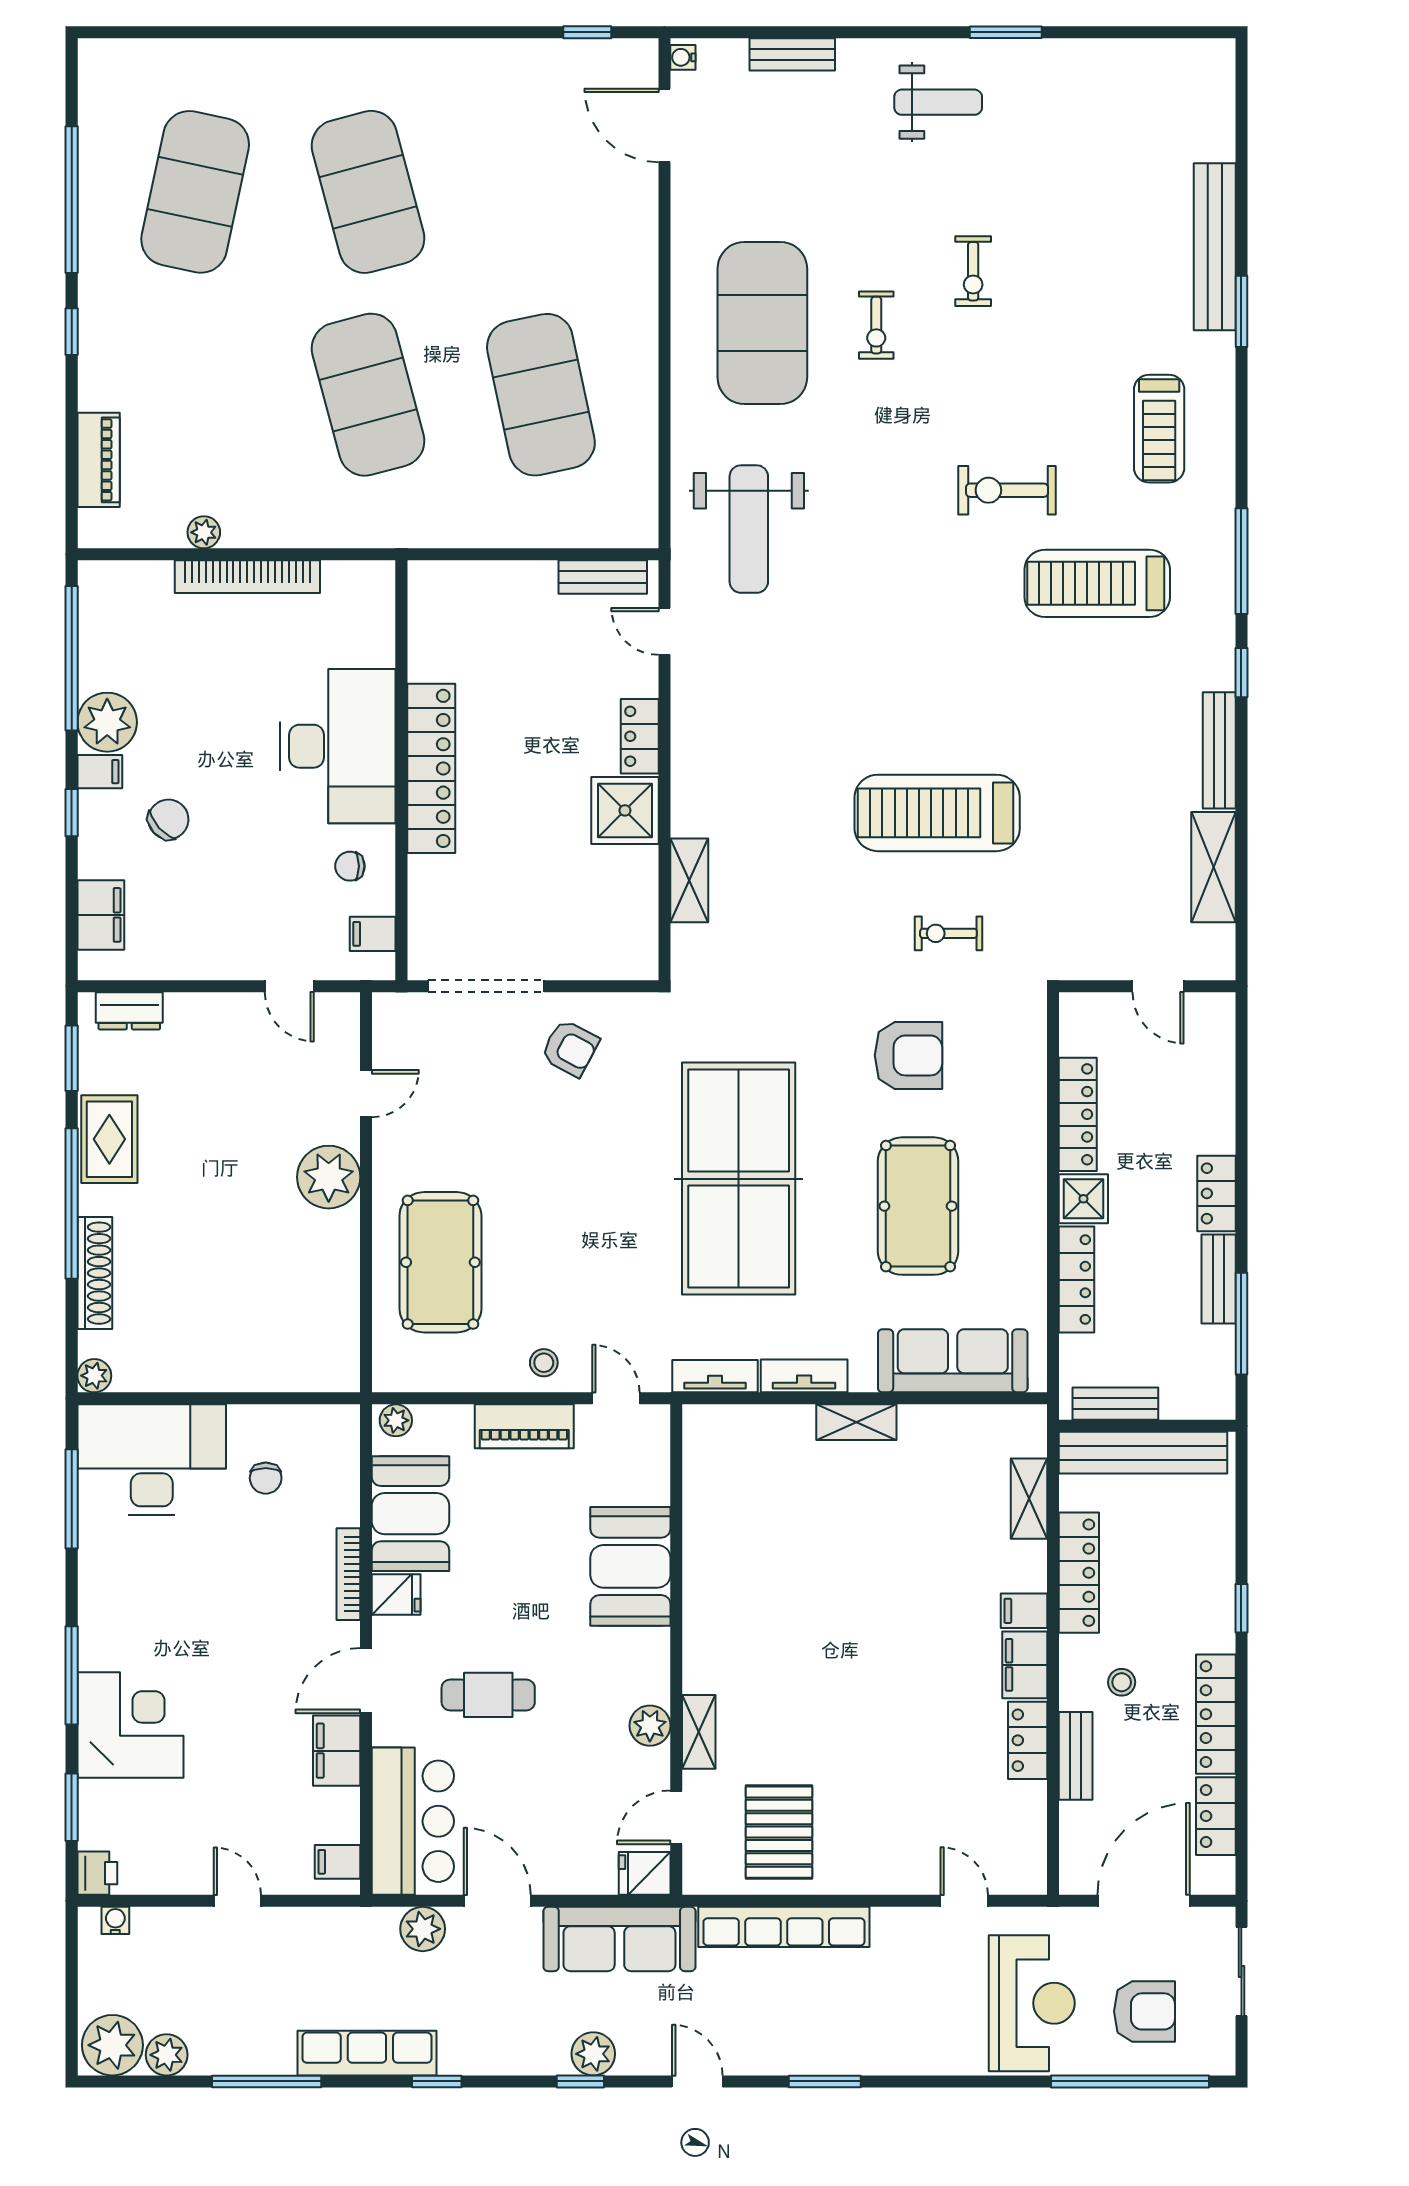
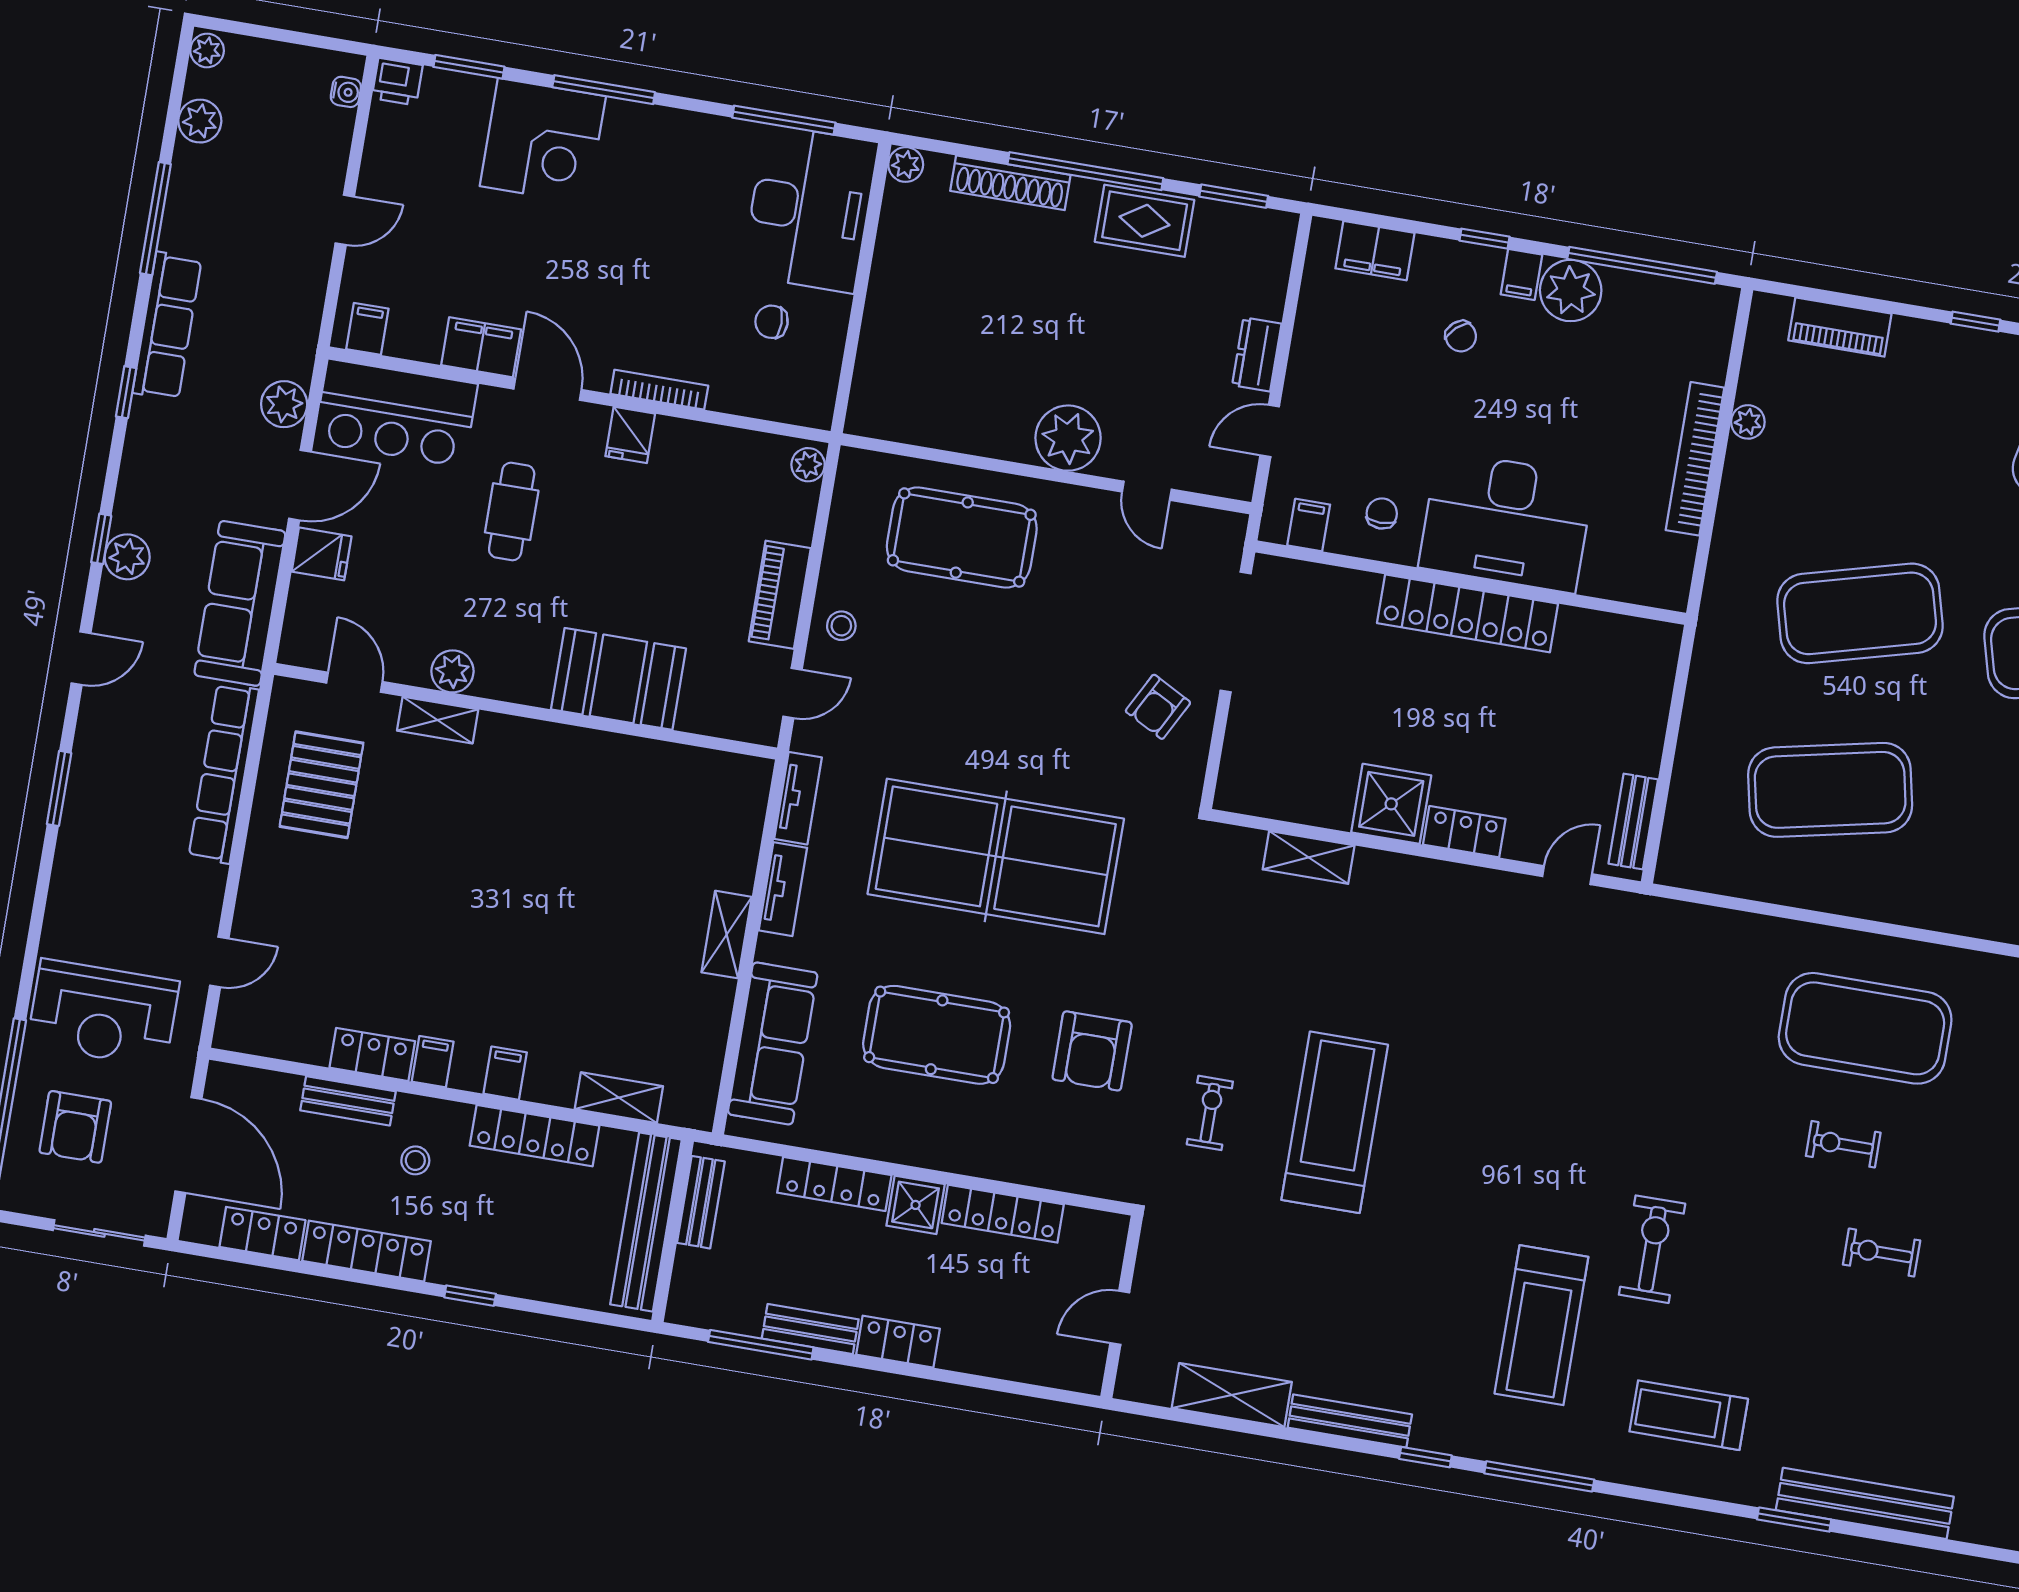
weight bench: (749, 529) -> (1657, 979), removed
treadmill: (1097, 583) -> (1541, 1325), turned 180
chair: (168, 819) -> (1461, 336), width x0.73, depth x0.73
dresser: (129, 1011) -> (1257, 354), moved
booth: (410, 1514) -> (710, 464), removed
filing cabinet: (1025, 1665) -> (433, 1062), width x0.50
pallet: (779, 1832) -> (321, 785), turned 90
fridge: (645, 1873) -> (322, 554), moved, turned 90
plant: (112, 2045) -> (207, 50), width x0.53, depth x0.53

